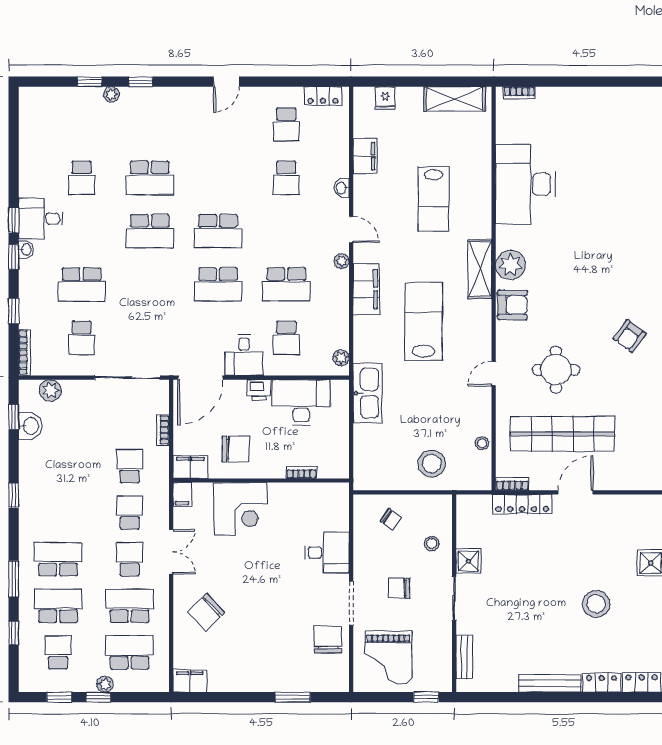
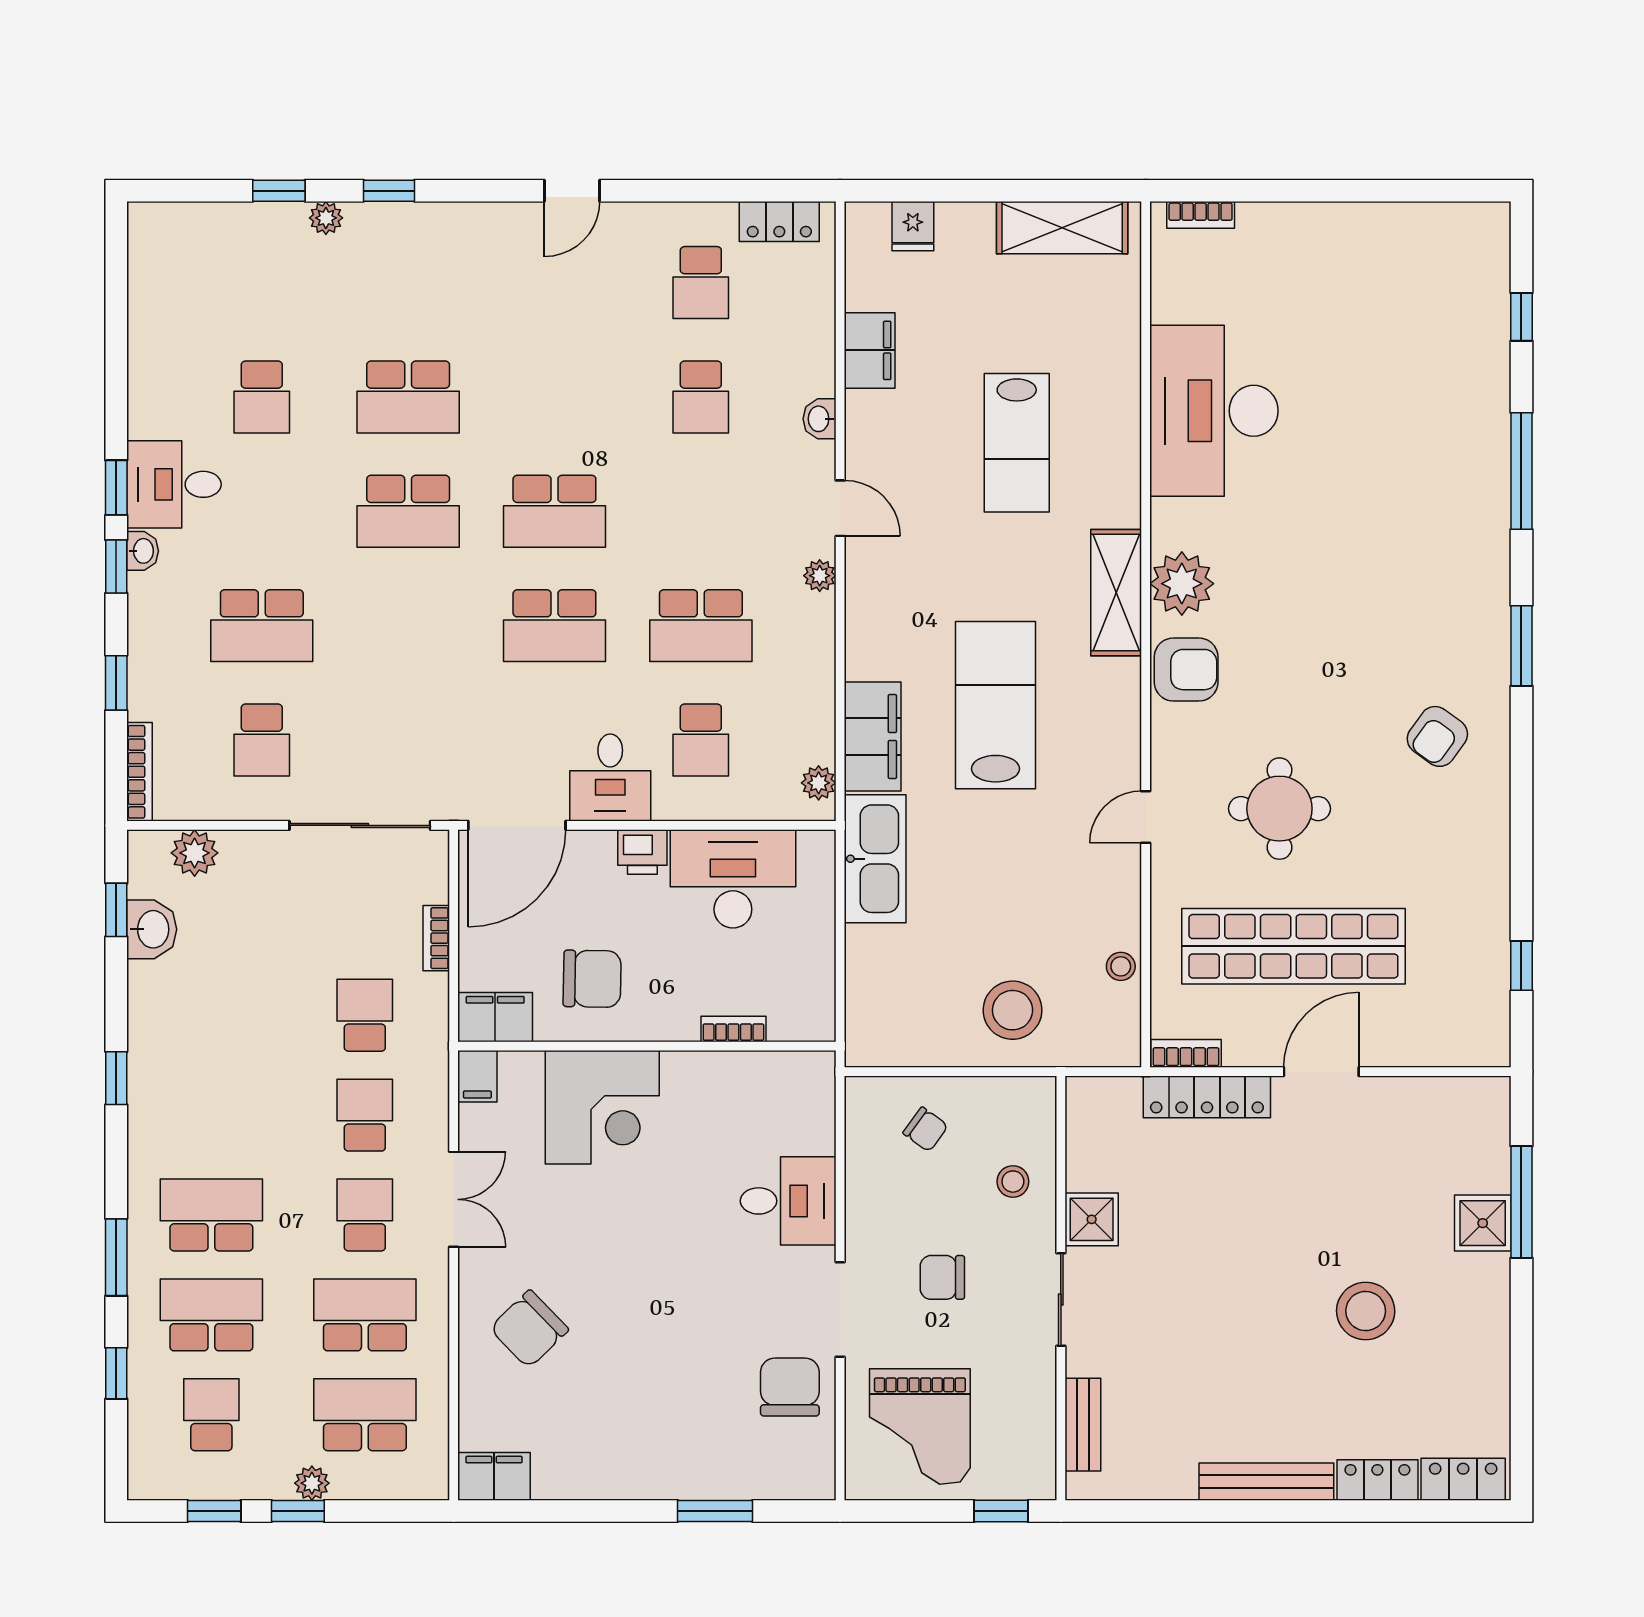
filing cabinet: (366, 289) -> (873, 737), moved

